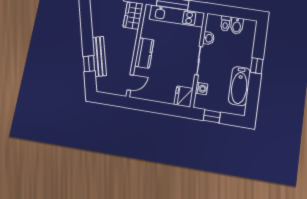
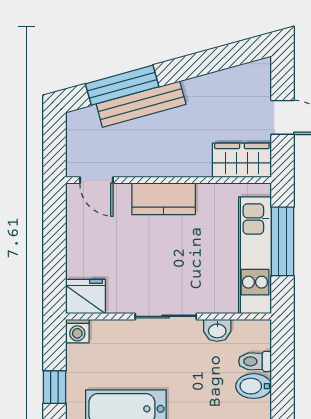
window: (89, 64) -> (122, 85), width x2.17
washing machine: (201, 89) -> (77, 331), moved
window: (212, 116) -> (54, 387), moved

